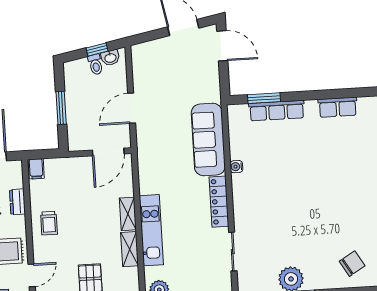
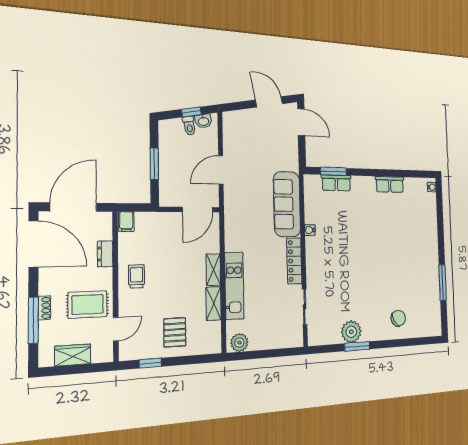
row of seats: (277, 111) -> (336, 183), width x0.68
trolley: (49, 223) -> (136, 276), turned 180

